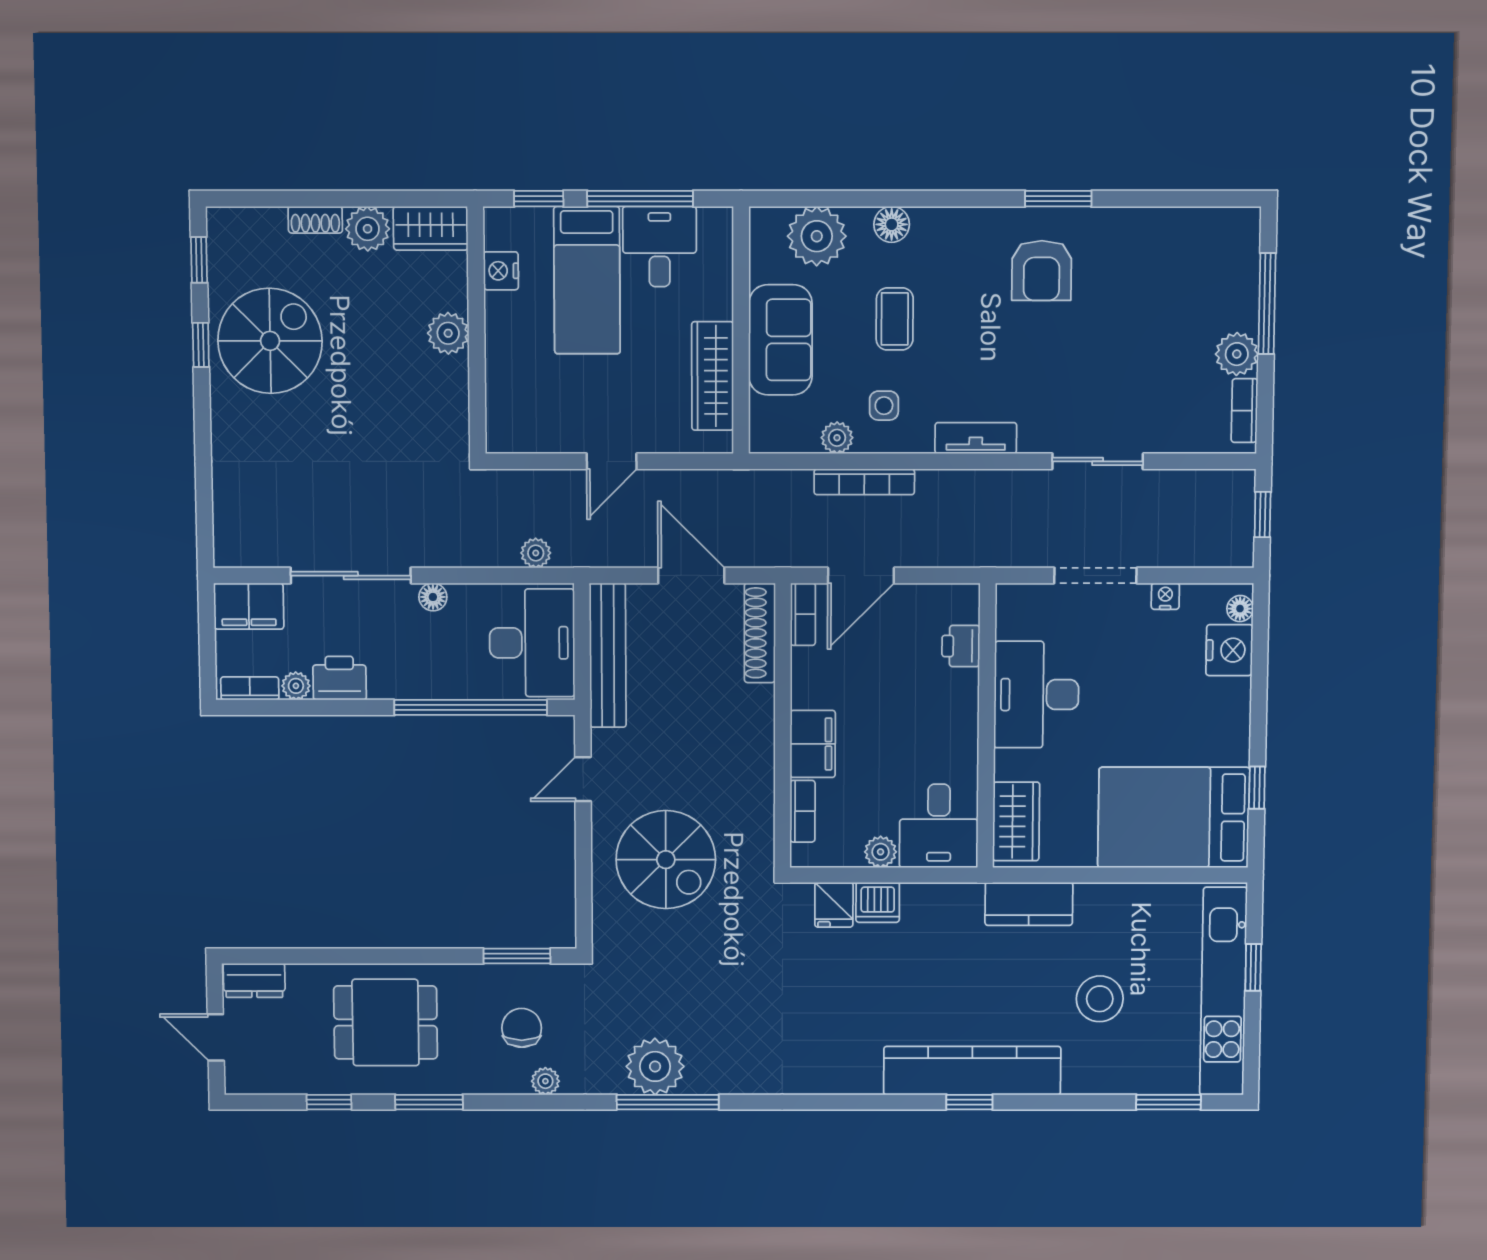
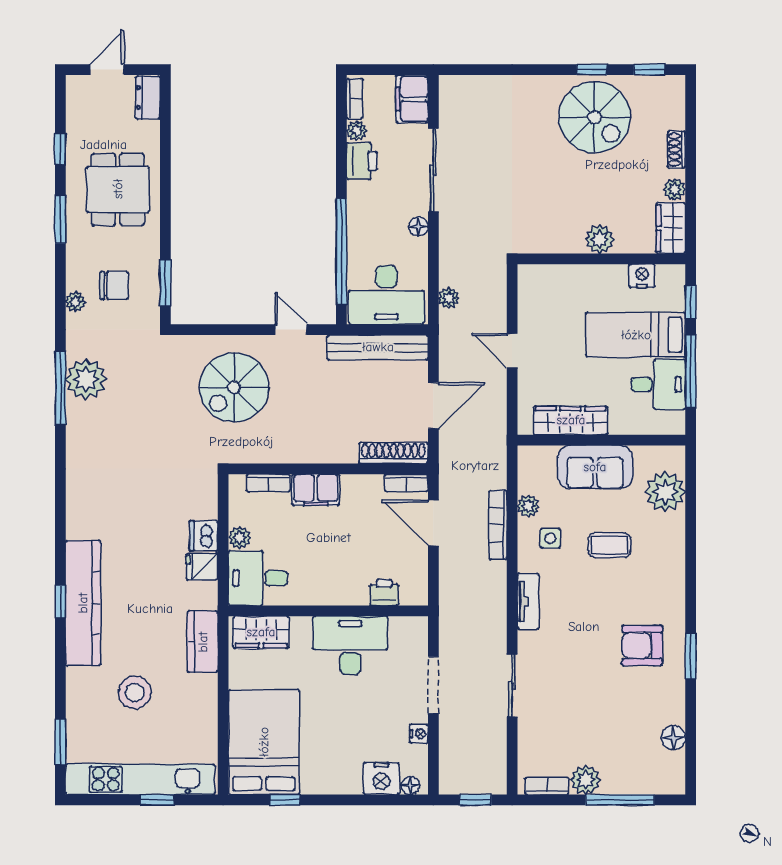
floor lamp: (892, 224) -> (673, 738), moved
plant: (368, 229) -> (675, 189), width x0.73, depth x0.73
fridge: (834, 905) -> (202, 566), moved

